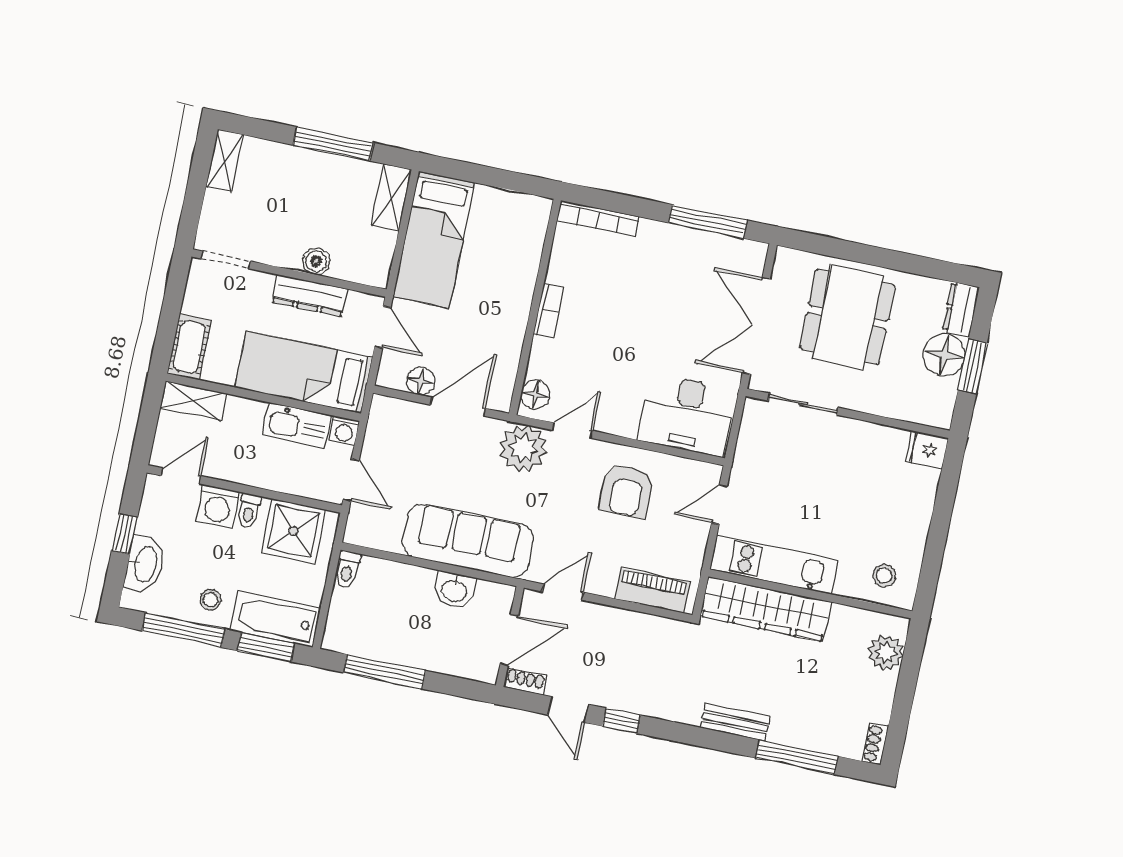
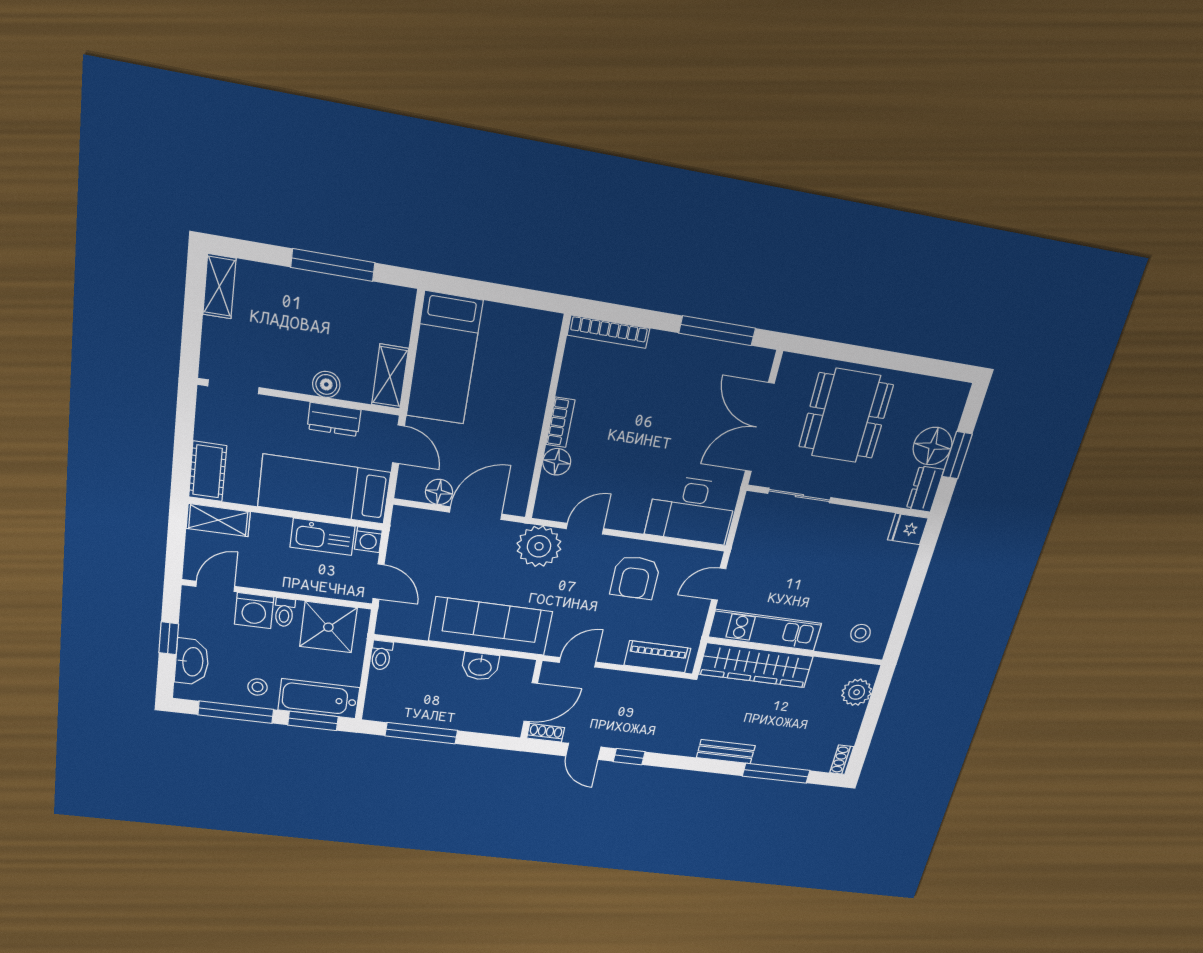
shelving: (391, 197) -> (390, 377), moved
dresser: (310, 295) -> (334, 419), width x0.70
dresser: (961, 309) -> (925, 489), moved
floor lamp: (535, 394) -> (557, 462), moved

